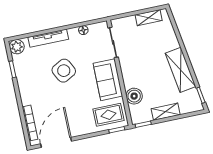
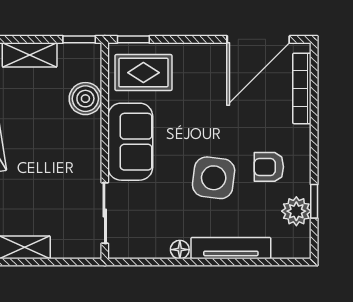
floor lamp: (83, 30) -> (180, 250), moved
plant: (17, 47) -> (296, 211), moved
side table: (64, 71) -> (214, 178), turned 35
armchair: (38, 82) -> (269, 167), added

